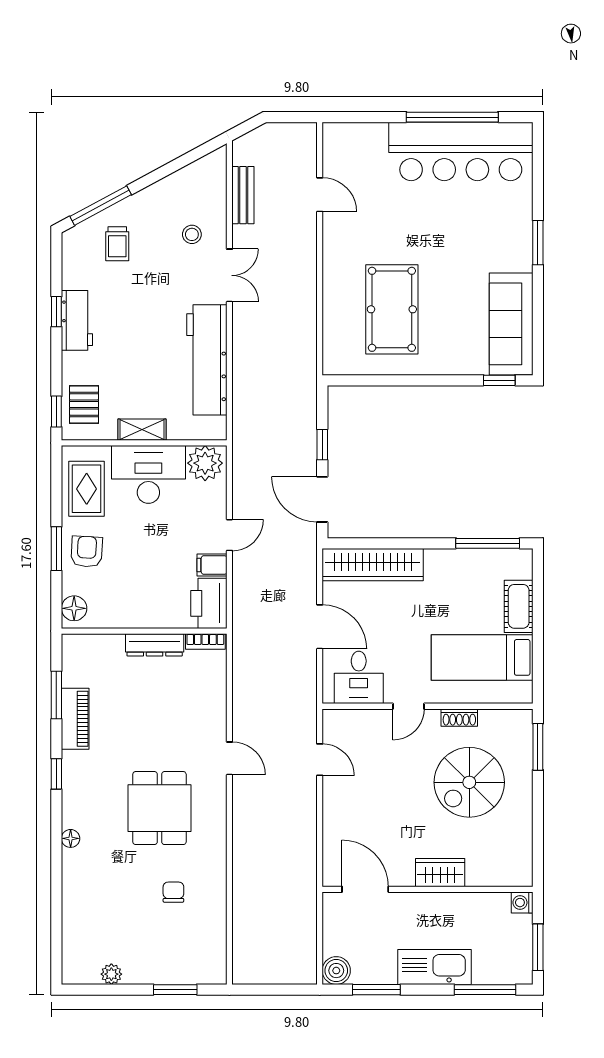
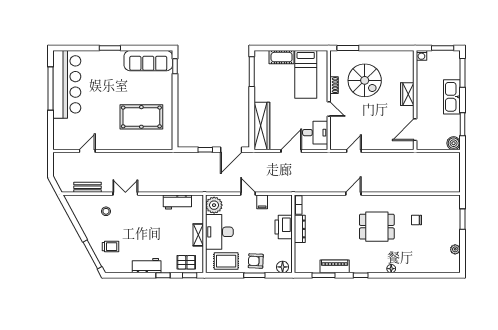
window: (56, 312) -> (163, 275), moved
workbench: (207, 360) -> (177, 202), width x0.53, depth x0.76
printer: (209, 603) -> (284, 227), moved, turned 90

